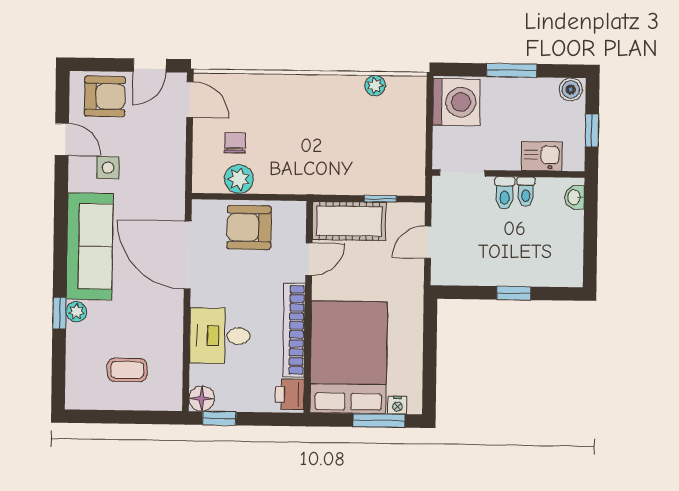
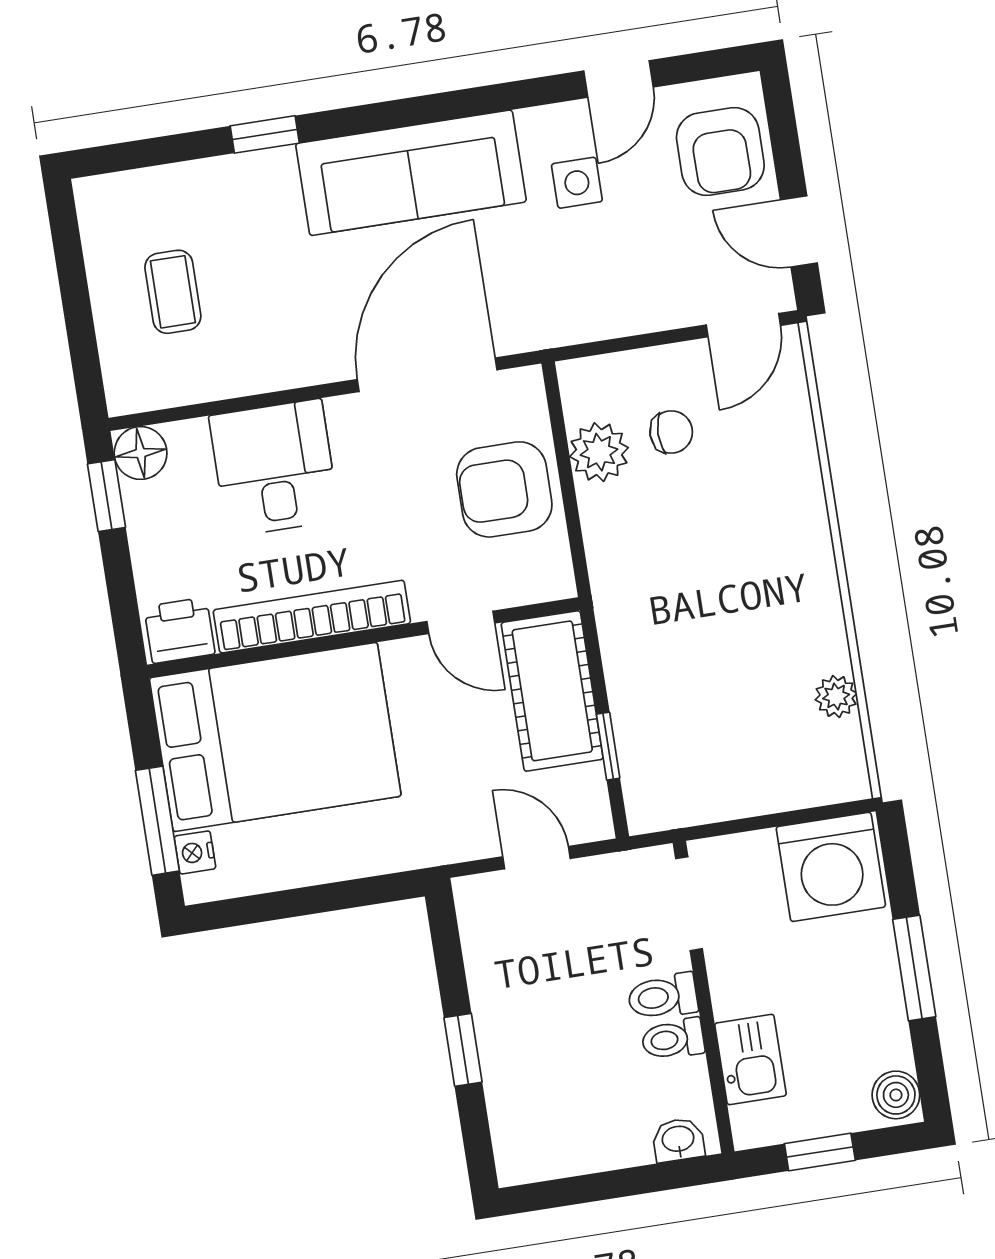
armchair: (249, 227) -> (504, 489), turned -90
plant: (76, 312) -> (273, 168), removed

